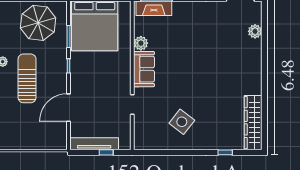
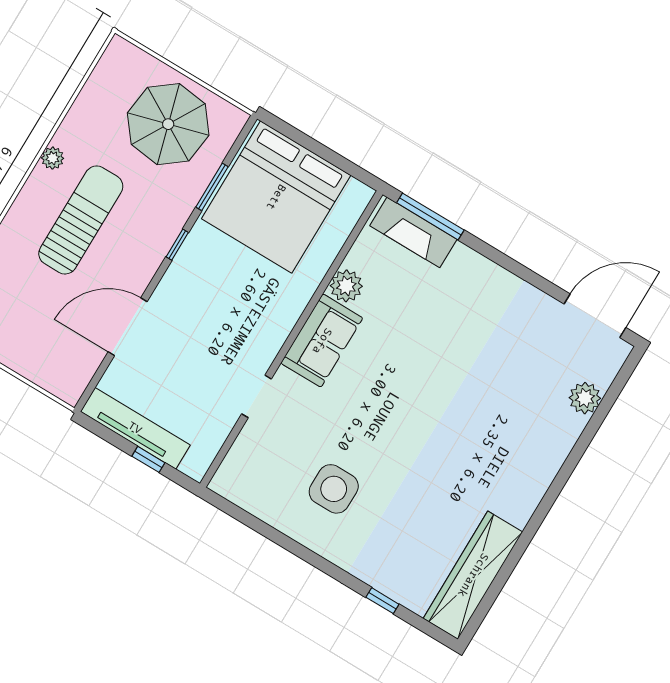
side table: (182, 122) -> (334, 489), turned -38

